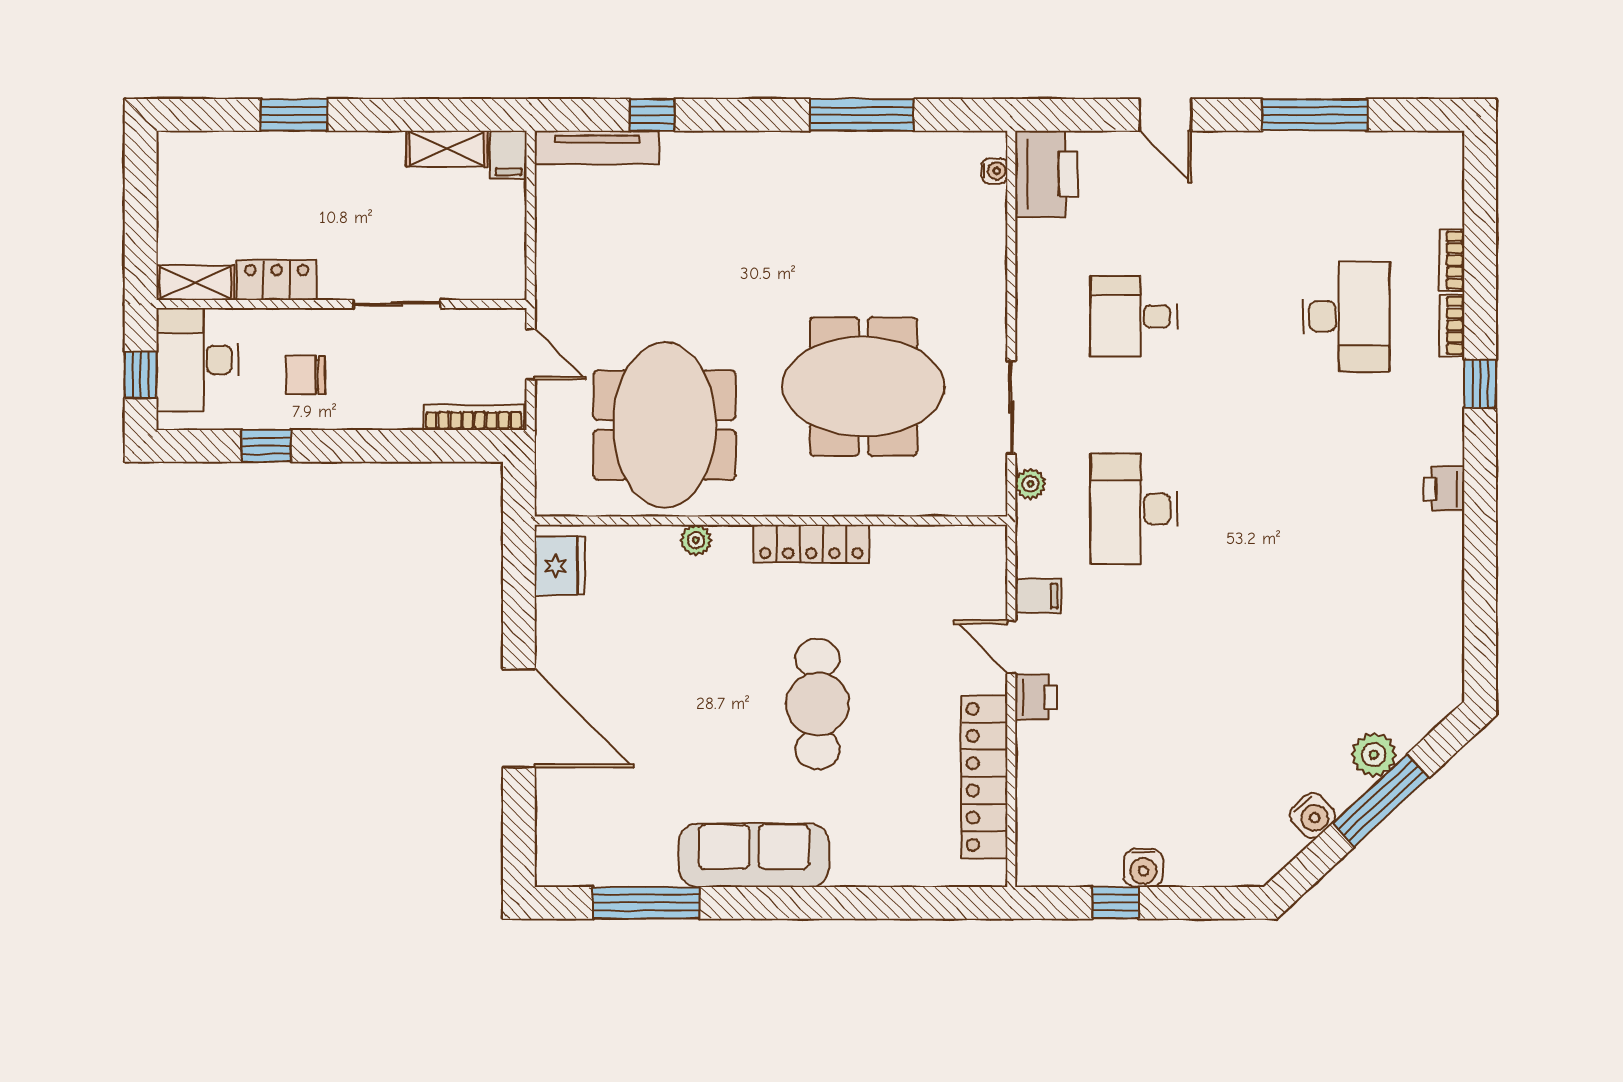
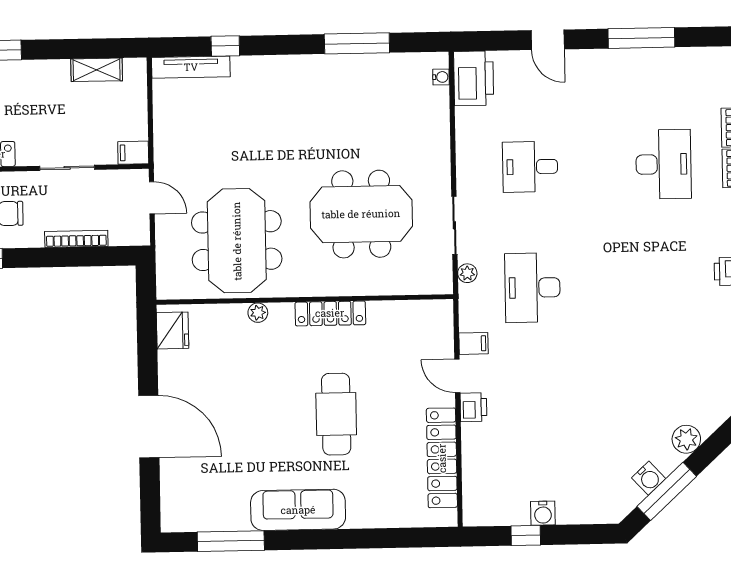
filing cabinet: (509, 155) -> (133, 153), moved, turned 90
bookcase: (474, 417) -> (76, 239), moved
window: (1381, 801) -> (667, 491), moved

